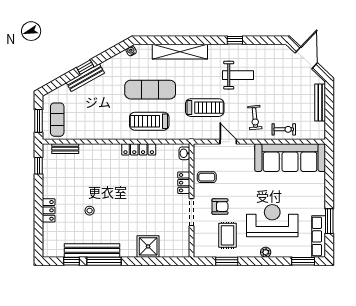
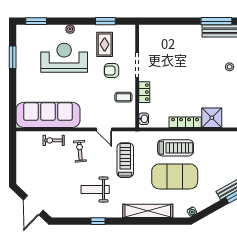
exercise mat: (150, 90) -> (175, 176), width x1.47
bench: (320, 103) -> (21, 165), removed
treadmill: (205, 108) -> (125, 160), turned 90
reception desk: (272, 221) -> (64, 58), turned 180
row of seats: (319, 236) -> (22, 43), removed
shower: (148, 246) -> (212, 118), moved

